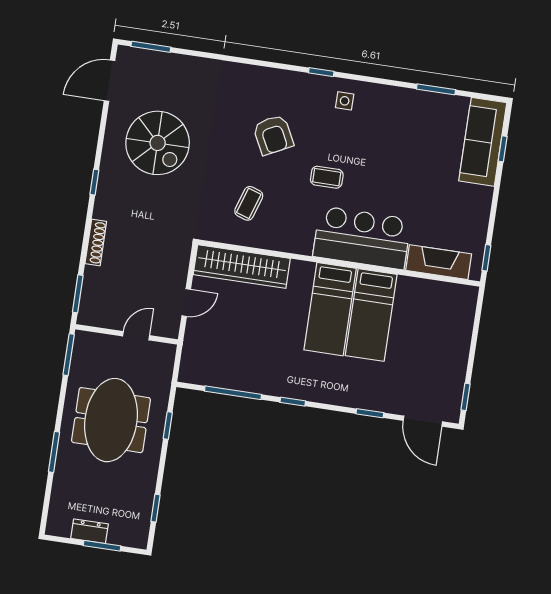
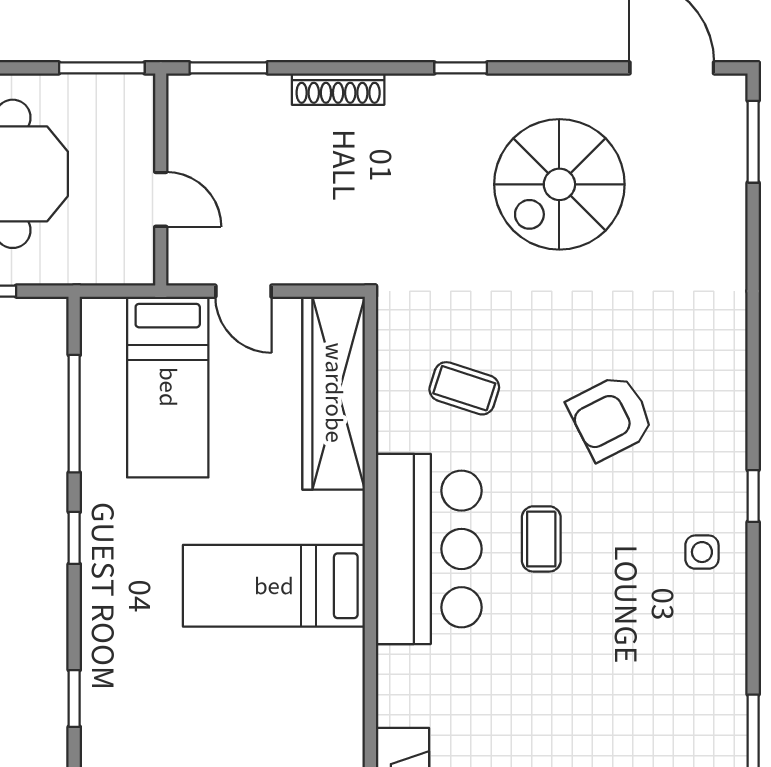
bar counter: (362, 238) -> (429, 549), moved
bed: (371, 315) -> (168, 387), moved, turned -90

